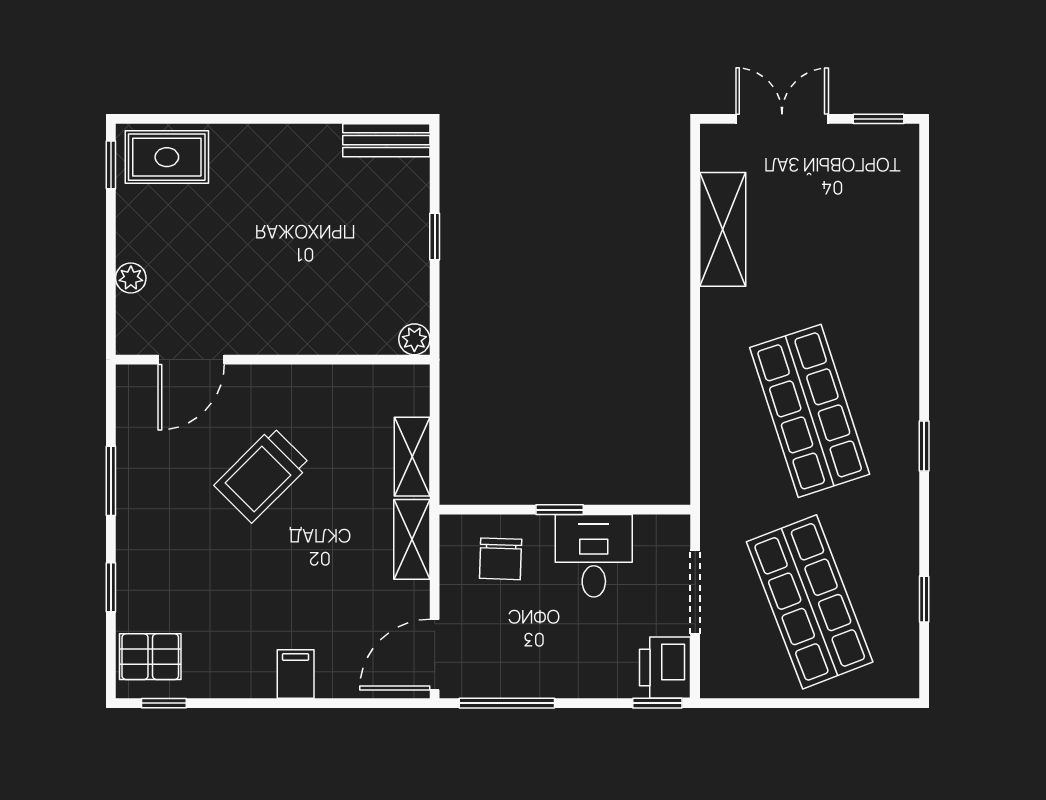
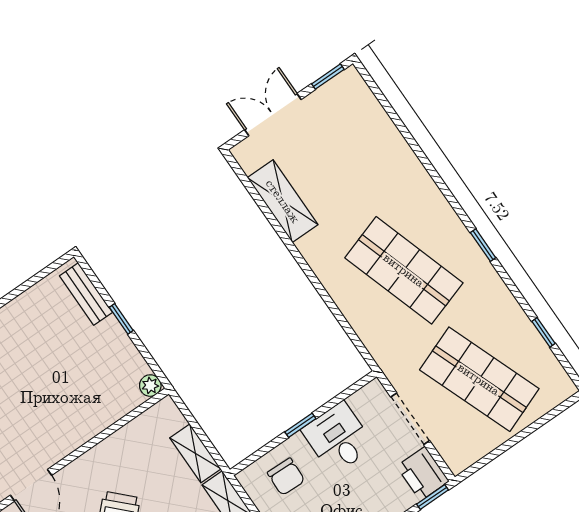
bench: (386, 140) -> (86, 294), moved, turned 90

